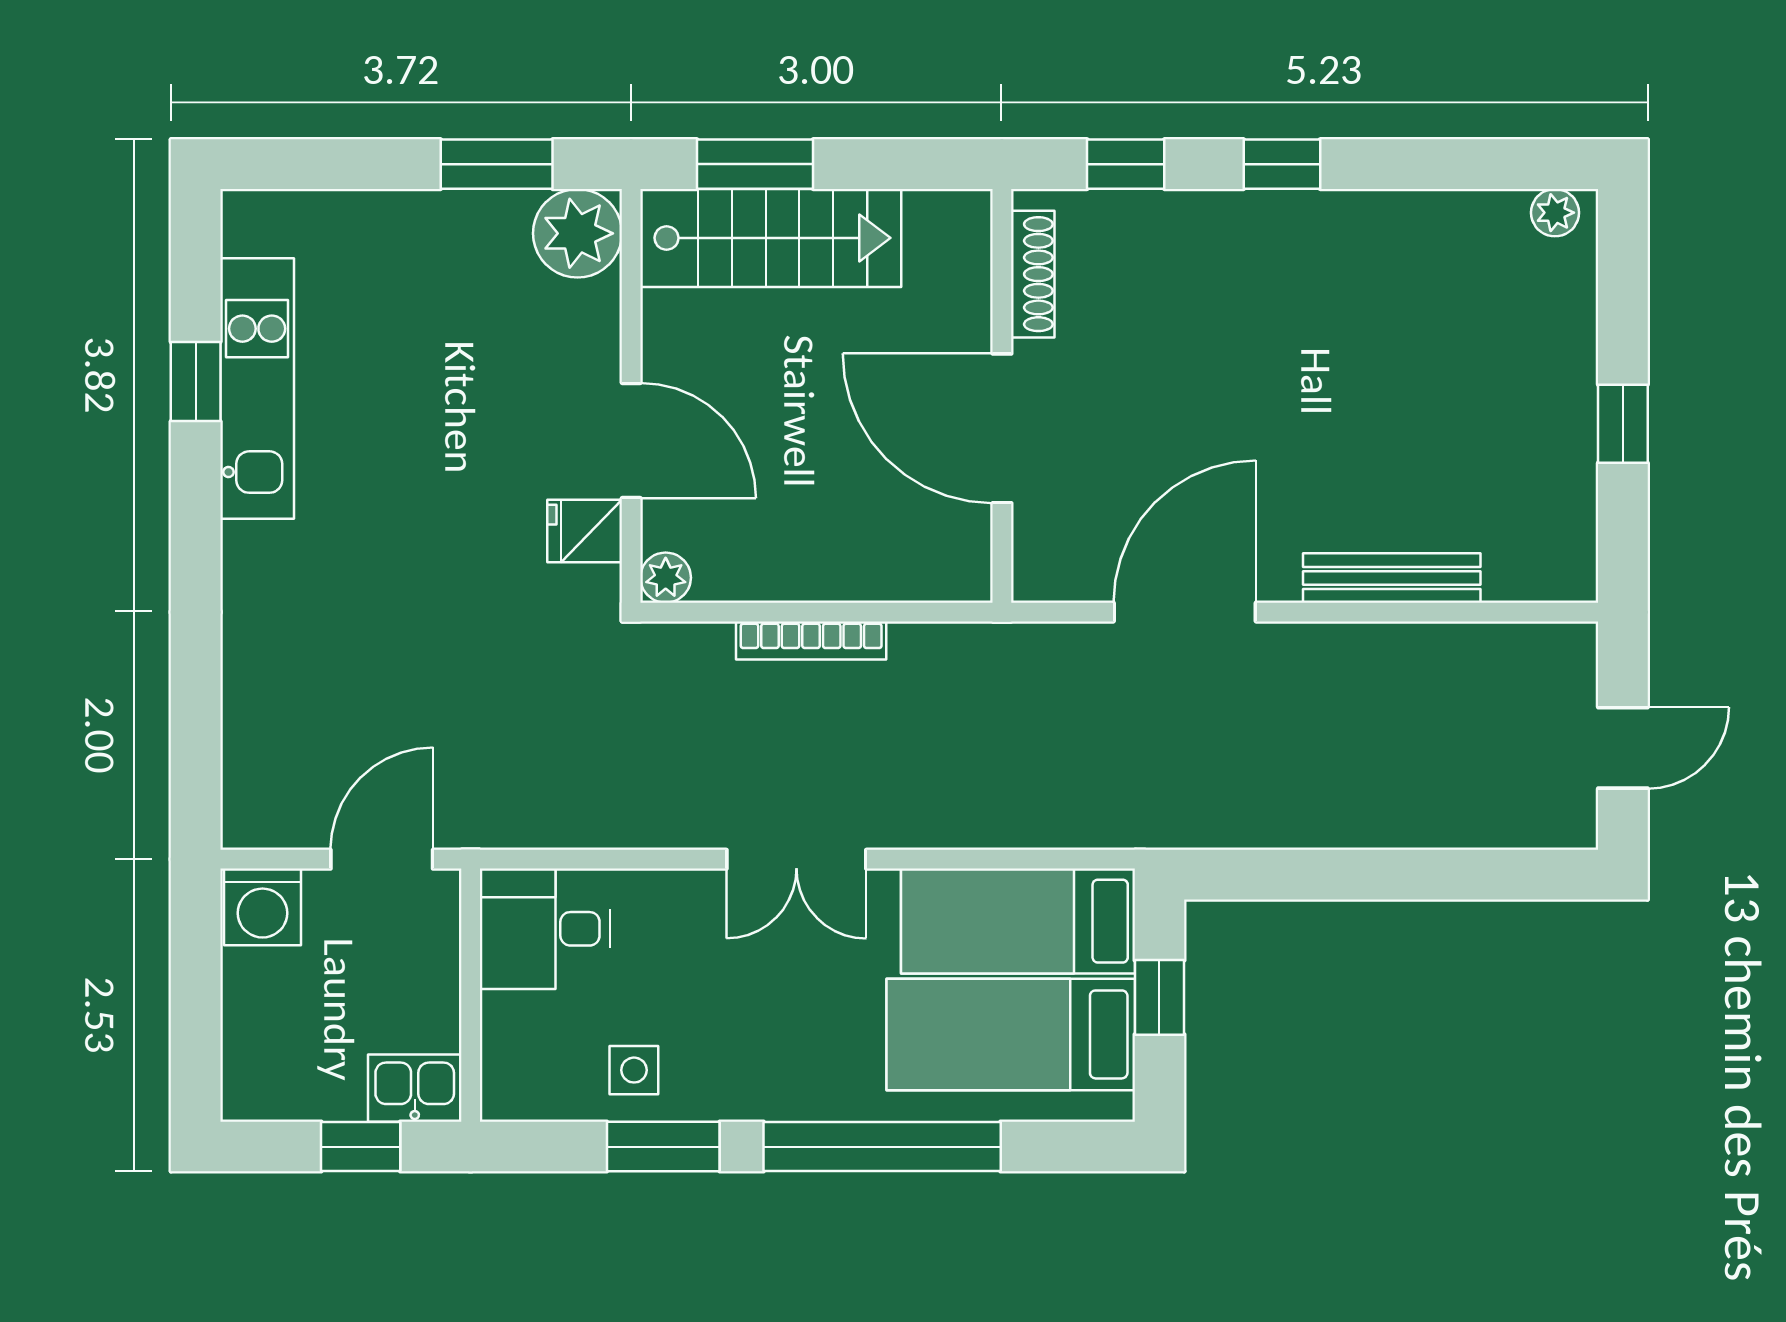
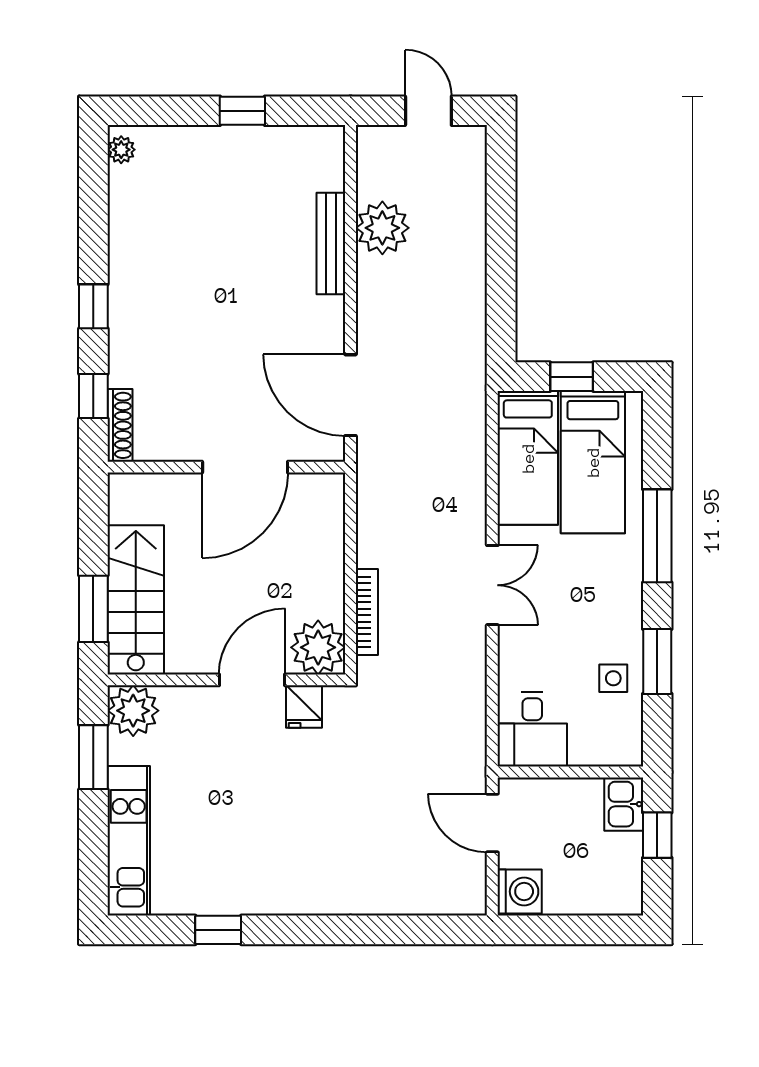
shoe rack: (1033, 274) -> (120, 425), moved, turned 90
kitchen unit: (257, 389) -> (129, 841), moved, turned 90
plant: (666, 578) -> (318, 647), width x1.87, depth x1.87
door: (1185, 612) -> (350, 395), moved
bookcase: (811, 641) -> (367, 612), moved
plant: (1419, 668) -> (382, 228), added
window: (882, 1147) -> (657, 536), width x0.68

